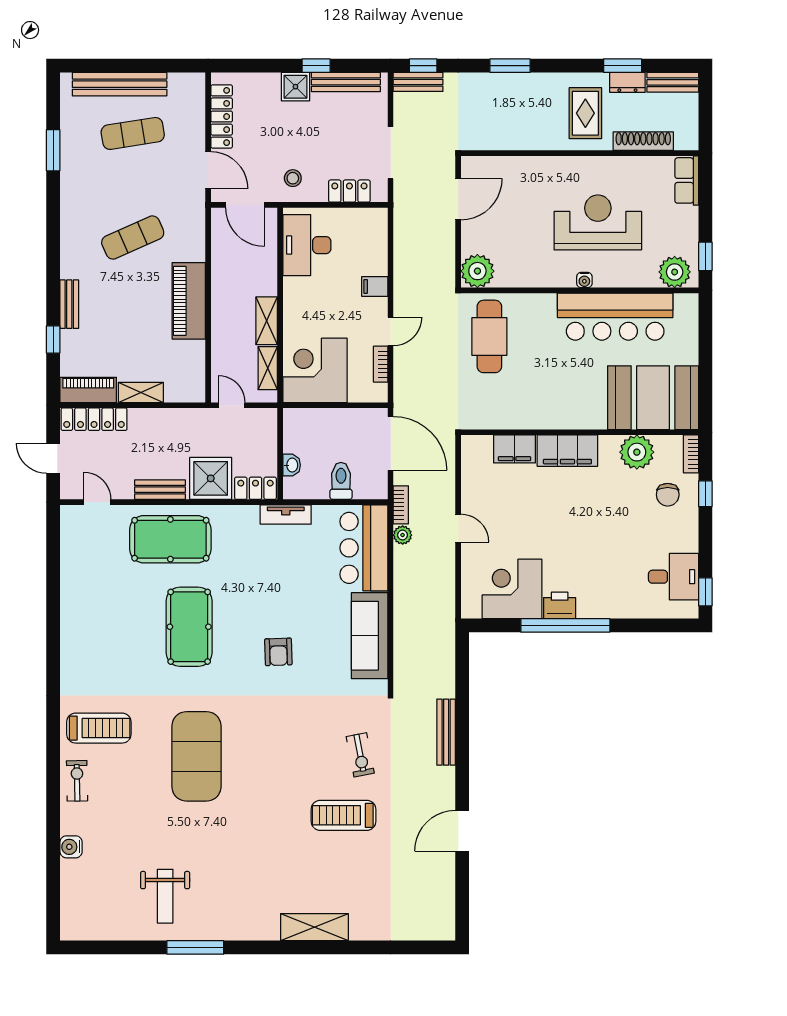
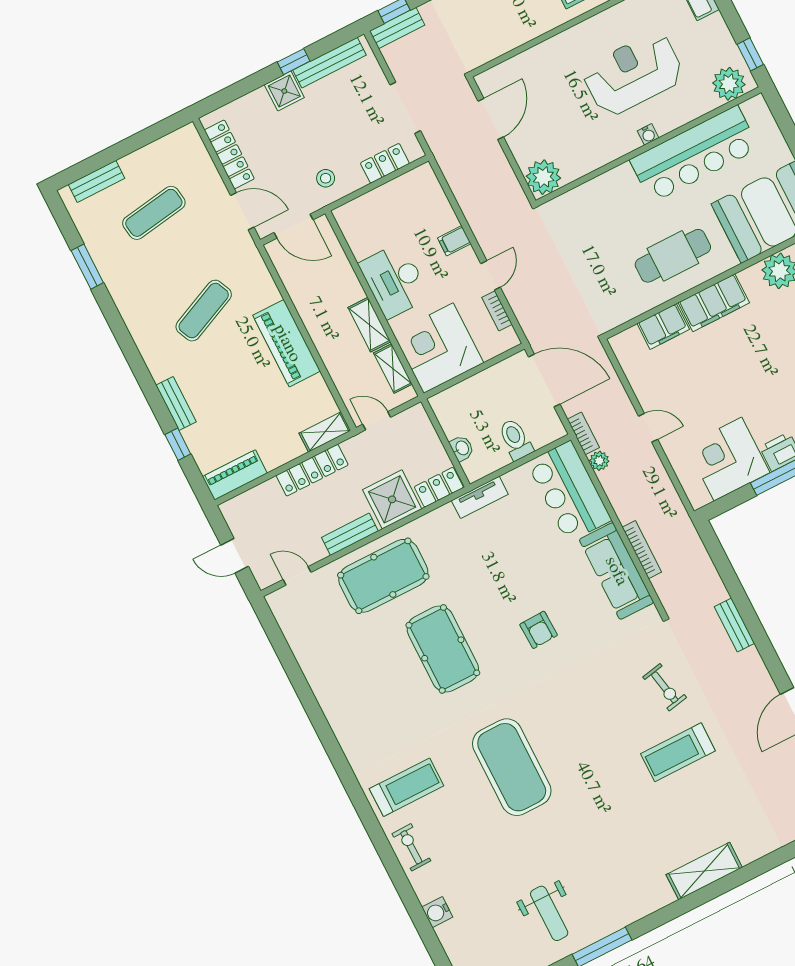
bench: (120, 84) -> (96, 181), width x0.54, depth x0.82
desk: (307, 245) -> (394, 280), moved
cafe table: (489, 336) -> (673, 256), moved, turned 90
shelving: (141, 392) -> (325, 432), moved
locker: (94, 419) -> (312, 470), moved
bookcase: (400, 628) -> (642, 550), added
bench: (446, 732) -> (734, 625), width x0.73

